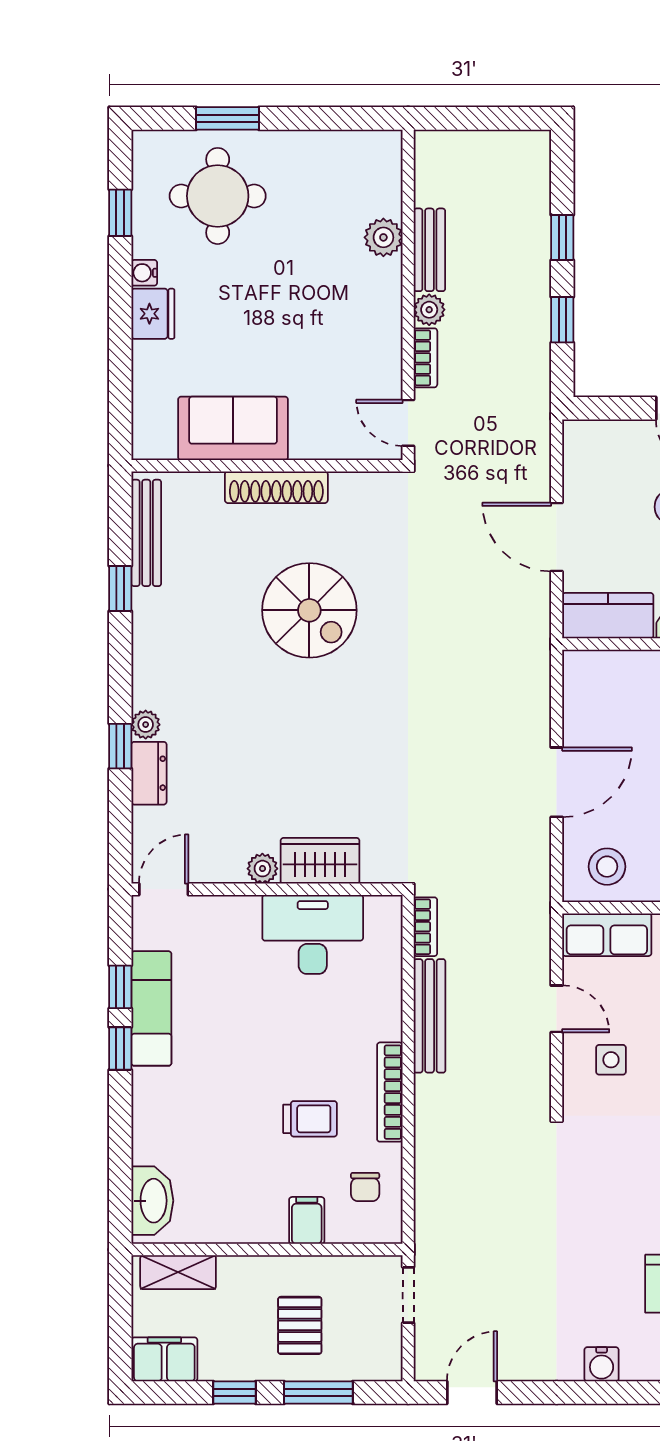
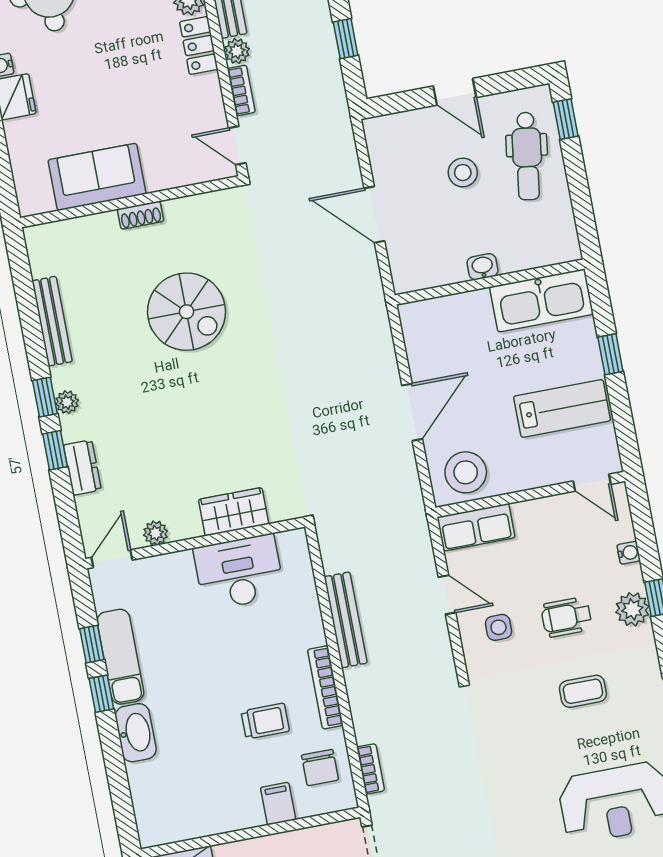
locker: (385, 294) -> (199, 46), added
shoe rack: (276, 487) -> (141, 215), width x0.51, depth x0.81
bench: (146, 533) -> (52, 321), moved
window: (120, 589) -> (45, 397), moved
kitchen counter: (608, 616) -> (428, 270), removed
plant: (146, 725) -> (67, 402), moved
stool: (607, 867) -> (466, 472), width x1.38, depth x1.38
plant: (262, 869) -> (156, 533), moved
bookcase: (425, 927) -> (371, 769), moved
chair: (365, 1187) -> (320, 768), width x1.37, depth x1.37
washbasin: (152, 1201) -> (136, 733), moved

